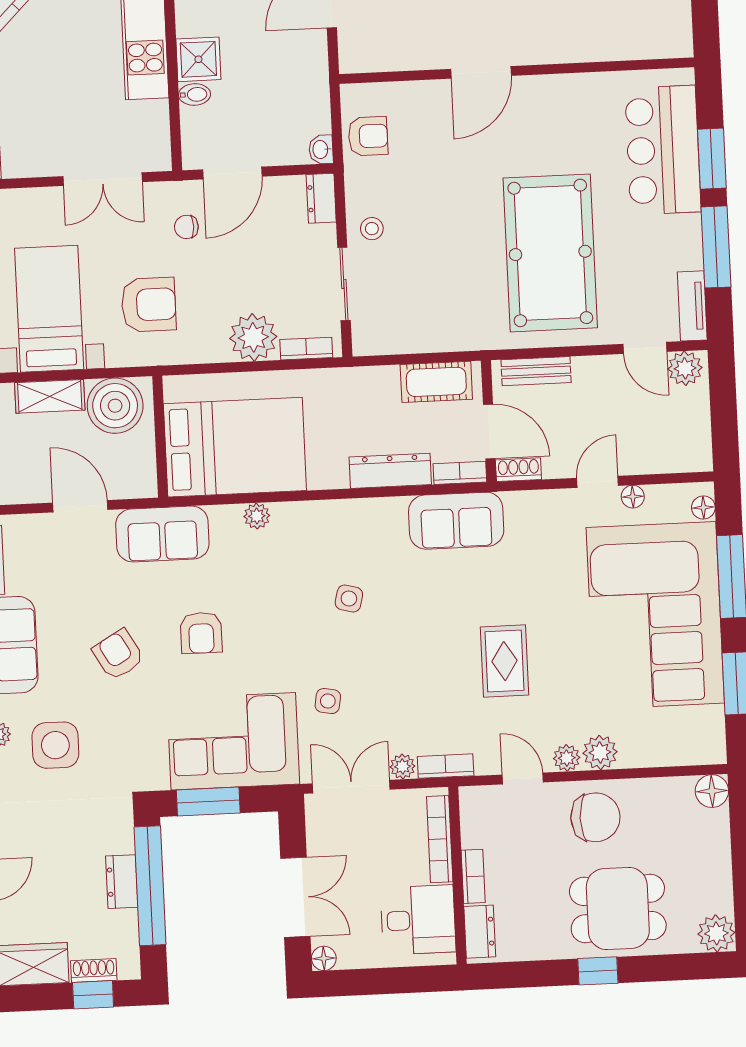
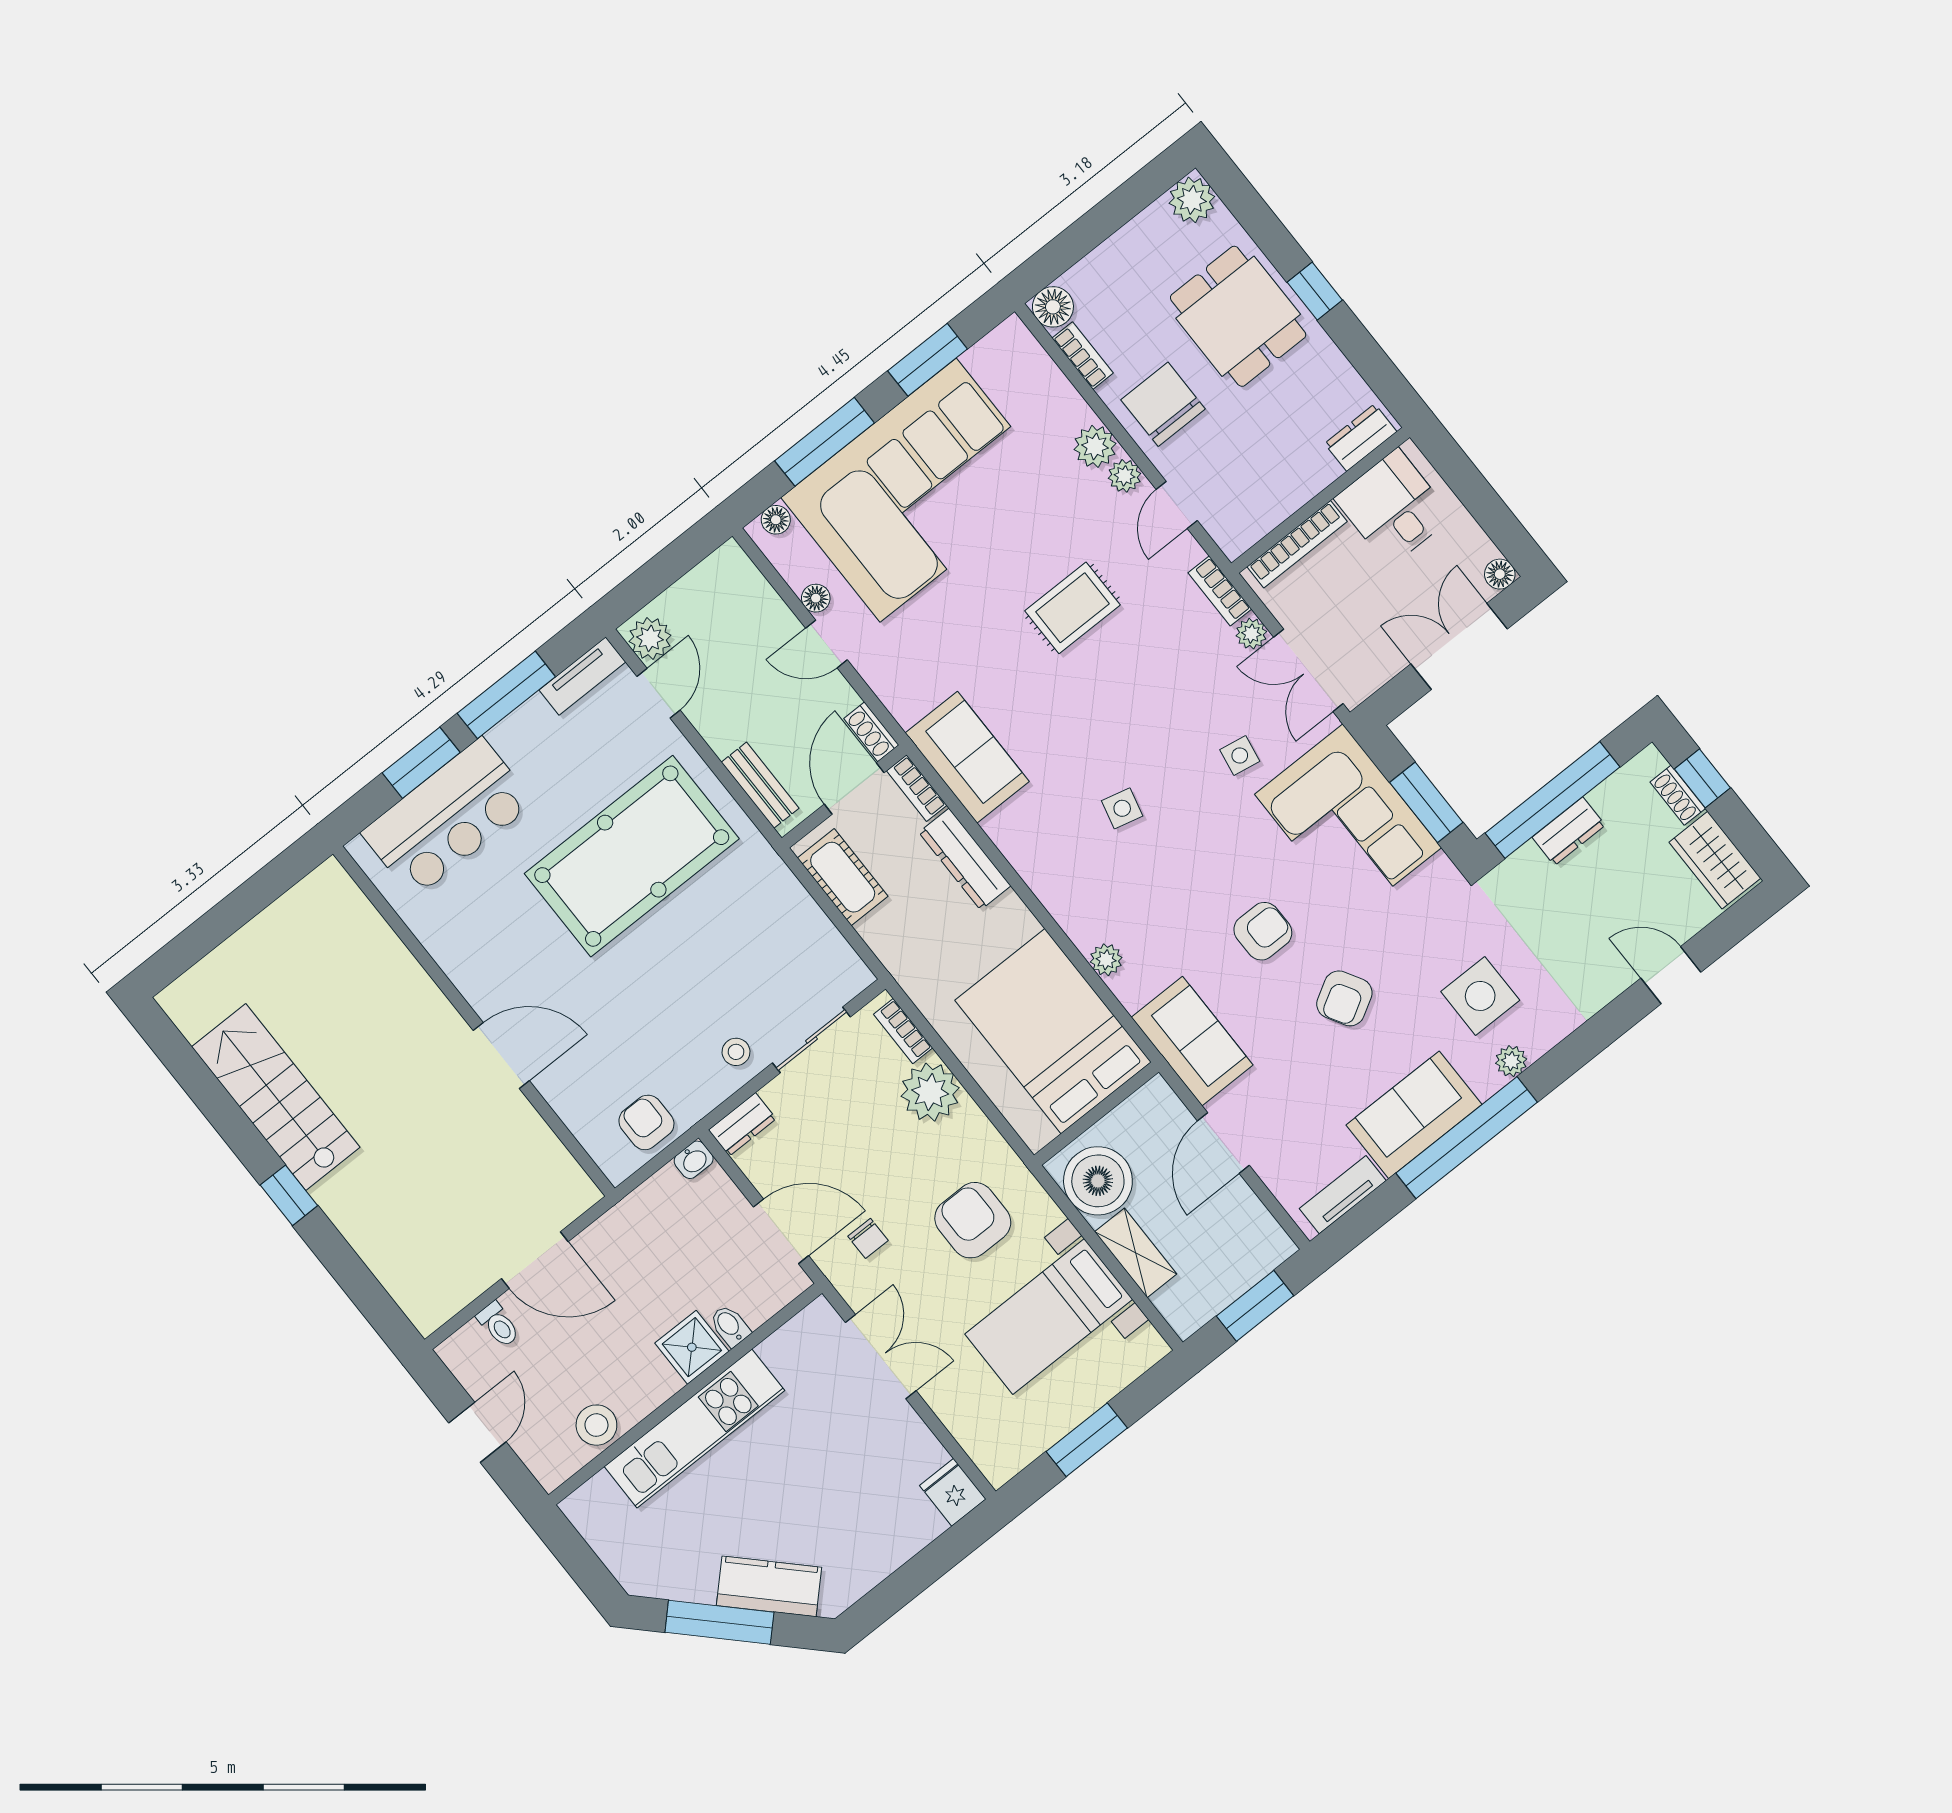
bookcase: (473, 876) -> (1083, 356), moved, turned 90

